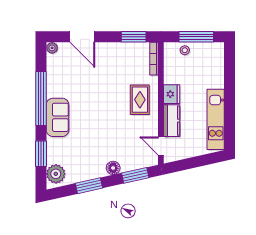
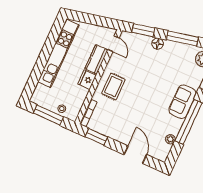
plant: (52, 48) -> (170, 139), moved
kitchen unit: (216, 119) -> (58, 53), width x1.36
window: (89, 186) -> (182, 38), width x1.44

